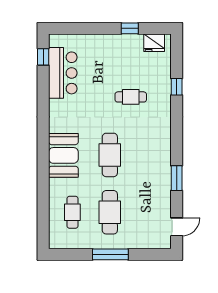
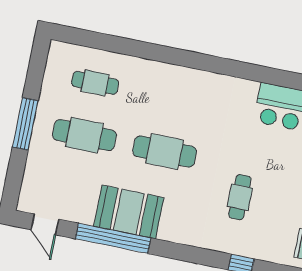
booth: (63, 155) -> (129, 212), moved
window: (177, 178) -> (113, 238), width x2.11

